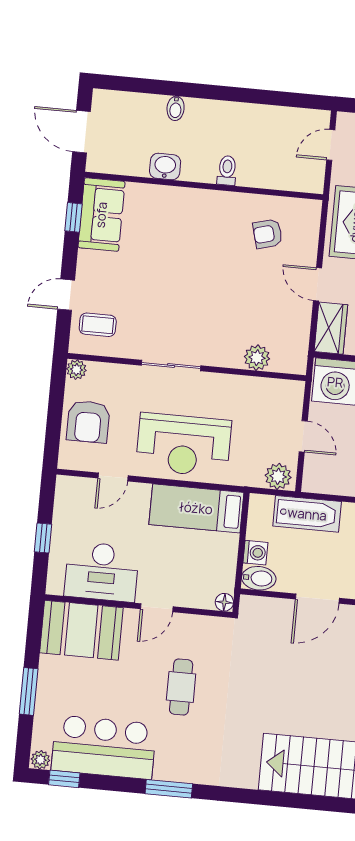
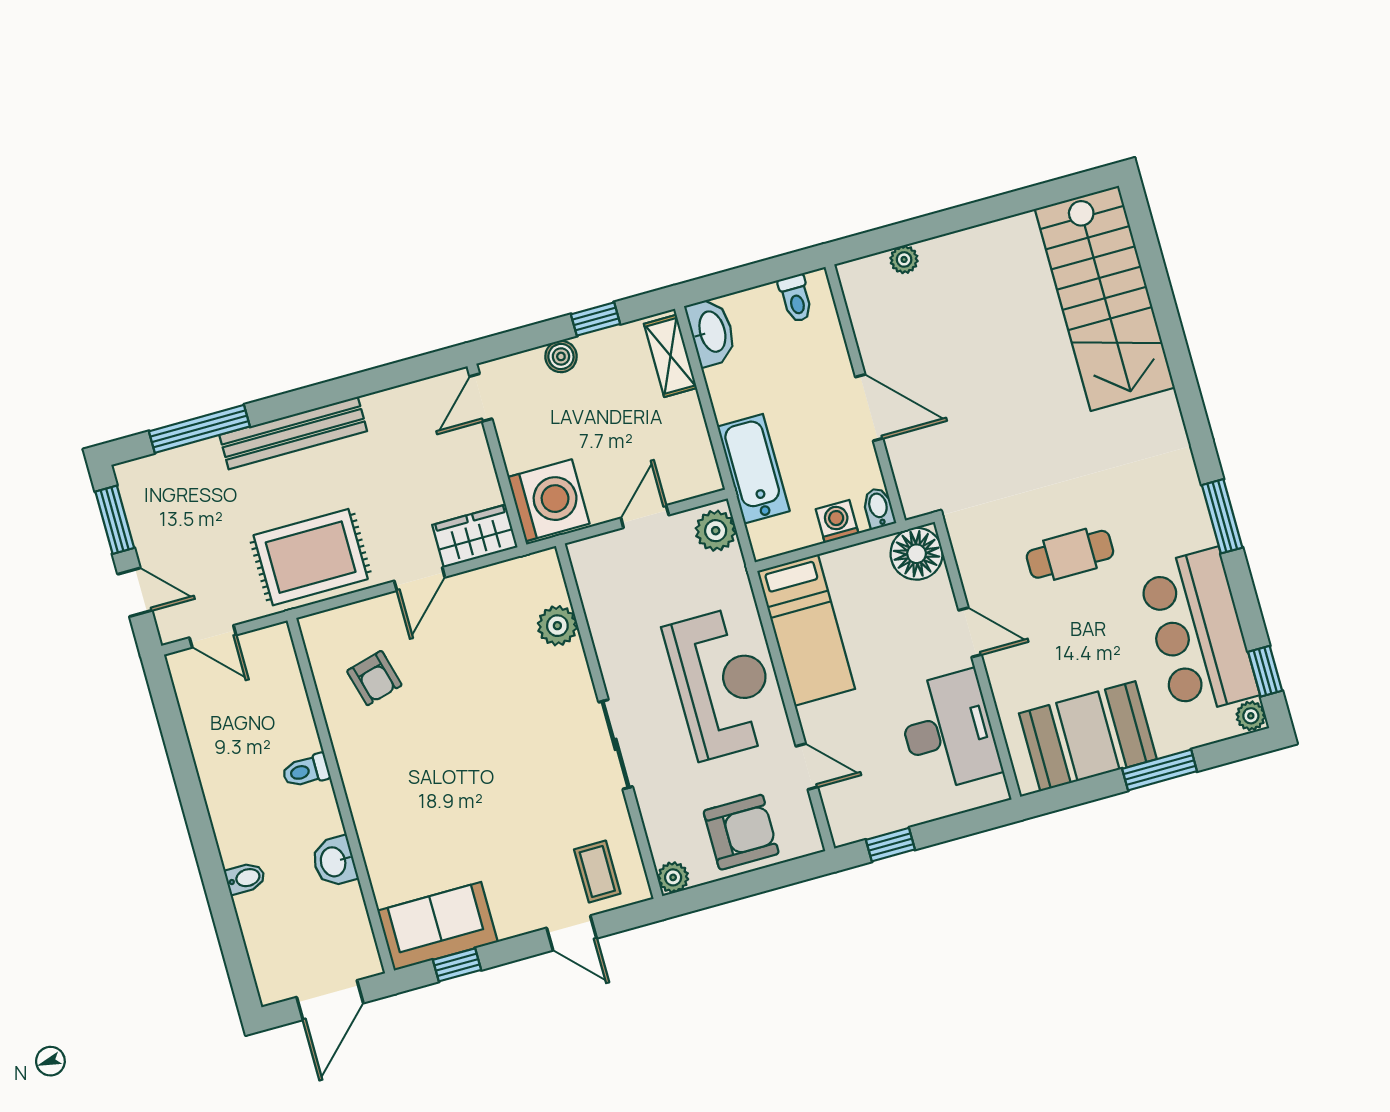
window: (43, 538) -> (890, 845), moved
bidet: (259, 578) -> (879, 508), width x0.72, depth x0.74
floor lamp: (224, 602) -> (917, 554), width x1.89, depth x1.89
booth: (81, 630) -> (1088, 736), moved, turned 90

